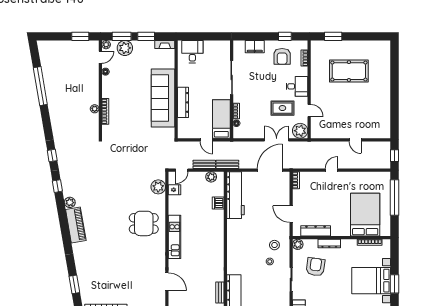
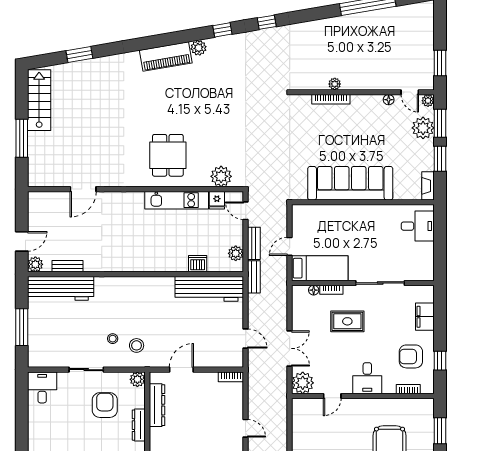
dresser: (183, 102) -> (344, 212), removed
rug: (282, 108) -> (347, 321), moved, turned 90
door: (270, 170) -> (246, 338), width x0.53
kitchen unit: (175, 237) -> (177, 200), moved
armchair: (315, 267) -> (105, 405), turned -98

